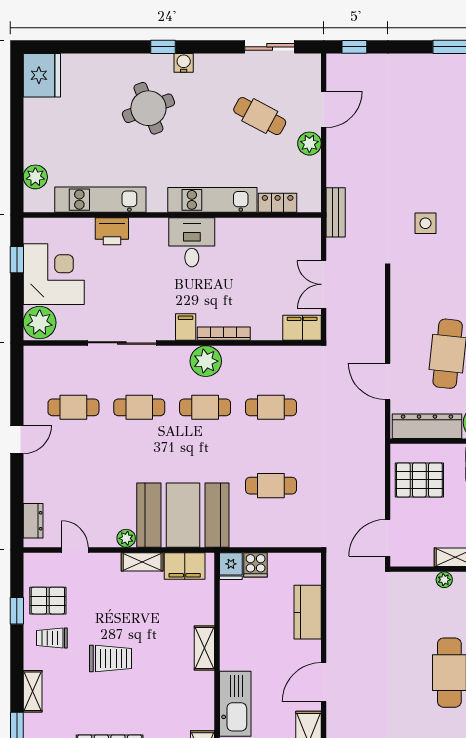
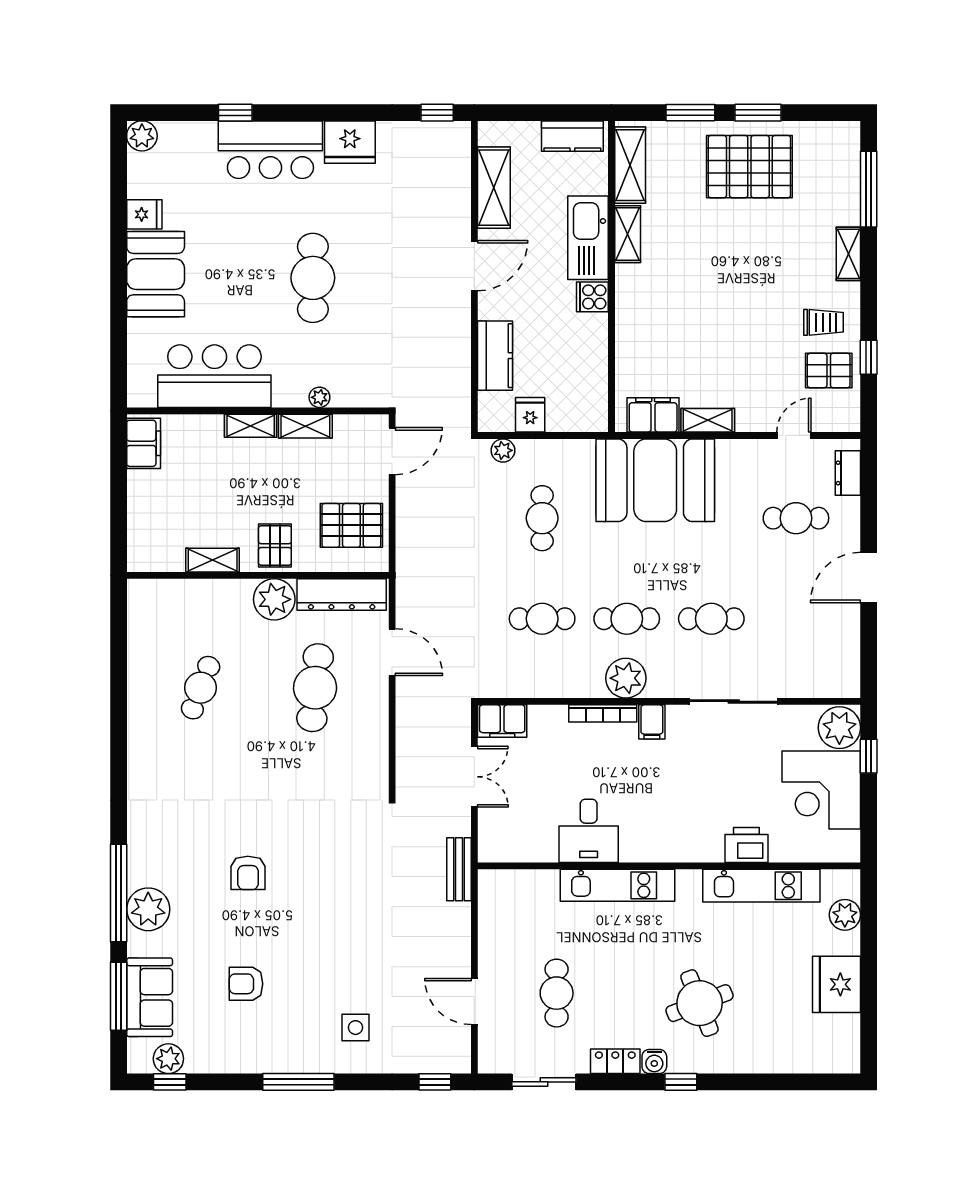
fridge: (42, 75) -> (837, 984), moved
door: (324, 110) -> (474, 1001), hinge flipped
cafe table: (260, 116) -> (557, 993), turned 62
plant: (309, 144) -> (493, 958), removed
locker: (278, 203) -> (615, 1061), moved, turned 180
side table: (425, 223) -> (356, 1028), moved
desk: (192, 242) -> (589, 831), moved
window: (17, 260) -> (869, 756), moved
cafe table: (73, 407) -> (796, 518), moved
door: (17, 439) -> (869, 577), width x1.38
cafe table: (271, 486) -> (542, 518), turned 90
plant: (126, 538) -> (503, 450), moved
door: (75, 550) -> (794, 435), swing flipped
cooker: (256, 565) -> (592, 297), moved, turned -90
fridge: (231, 566) -> (530, 415), moved
shelving: (204, 648) -> (628, 234), moved
trolley: (111, 659) -> (748, 296), removed

